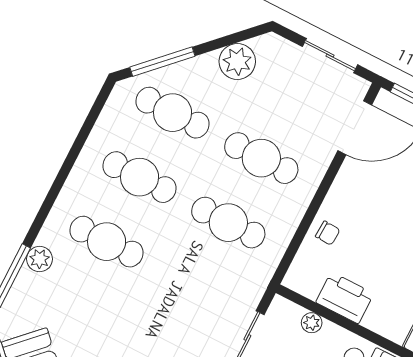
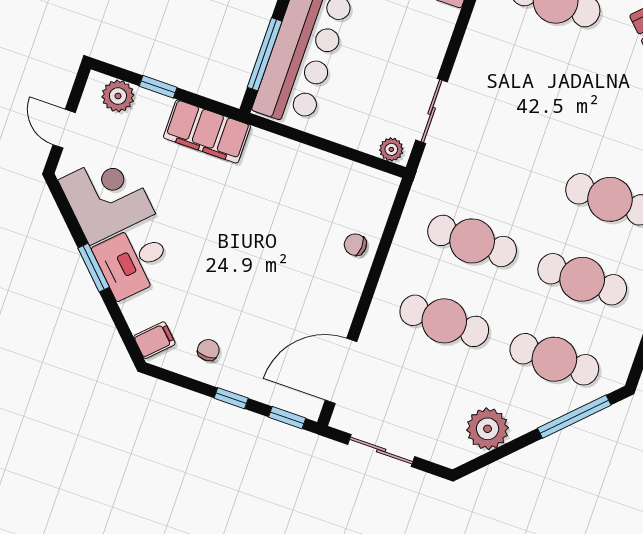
printer: (345, 298) -> (325, 172), removed
plant: (312, 323) -> (391, 149), moved

